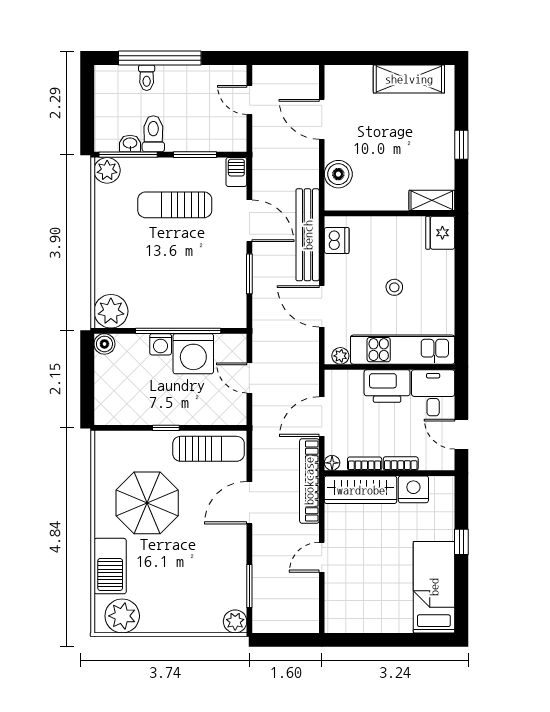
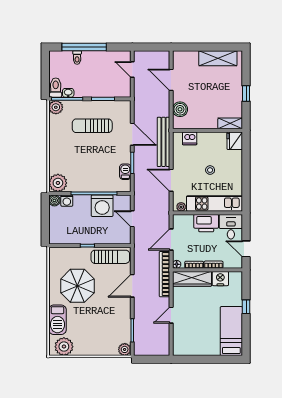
toilet: (153, 134) -> (56, 88), moved
barbecue: (236, 172) -> (125, 172), moved
dishwasher: (337, 240) -> (190, 138), moved, turned 90
washing machine: (161, 344) -> (67, 201), moved

